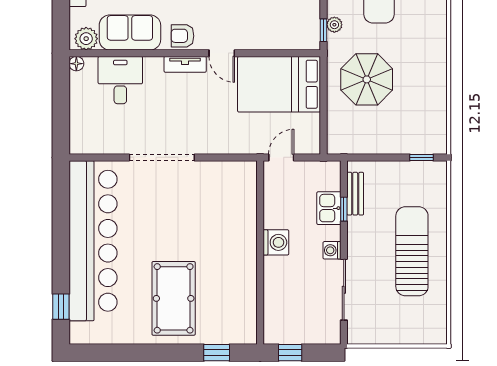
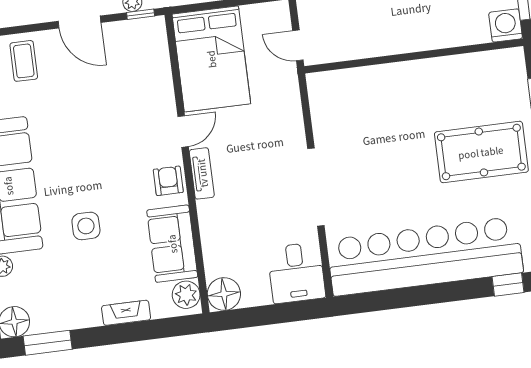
armchair: (182, 36) -> (168, 181), turned 180
floor lamp: (76, 64) -> (224, 294), width x1.89, depth x1.89
desk: (120, 80) -> (296, 273), moved, turned -90
washing machine: (276, 242) -> (506, 26), moved

